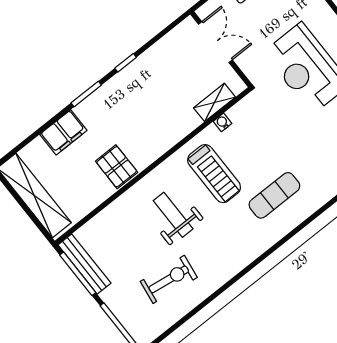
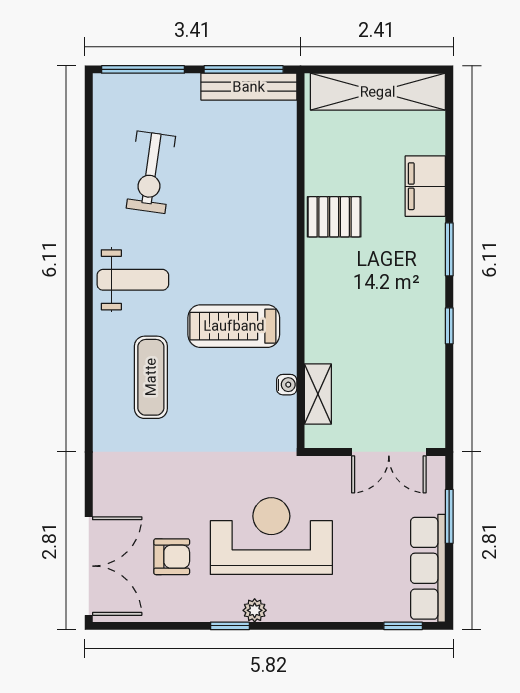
weight bench: (173, 215) -> (133, 280), moved

